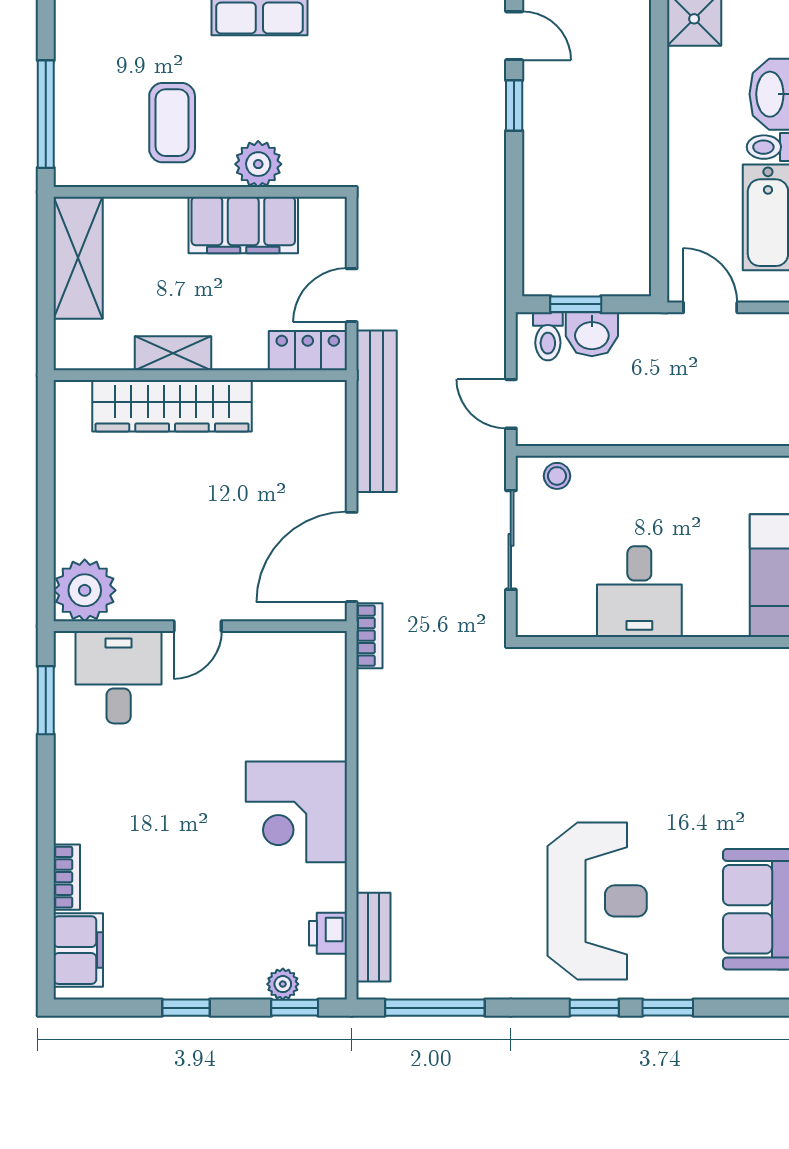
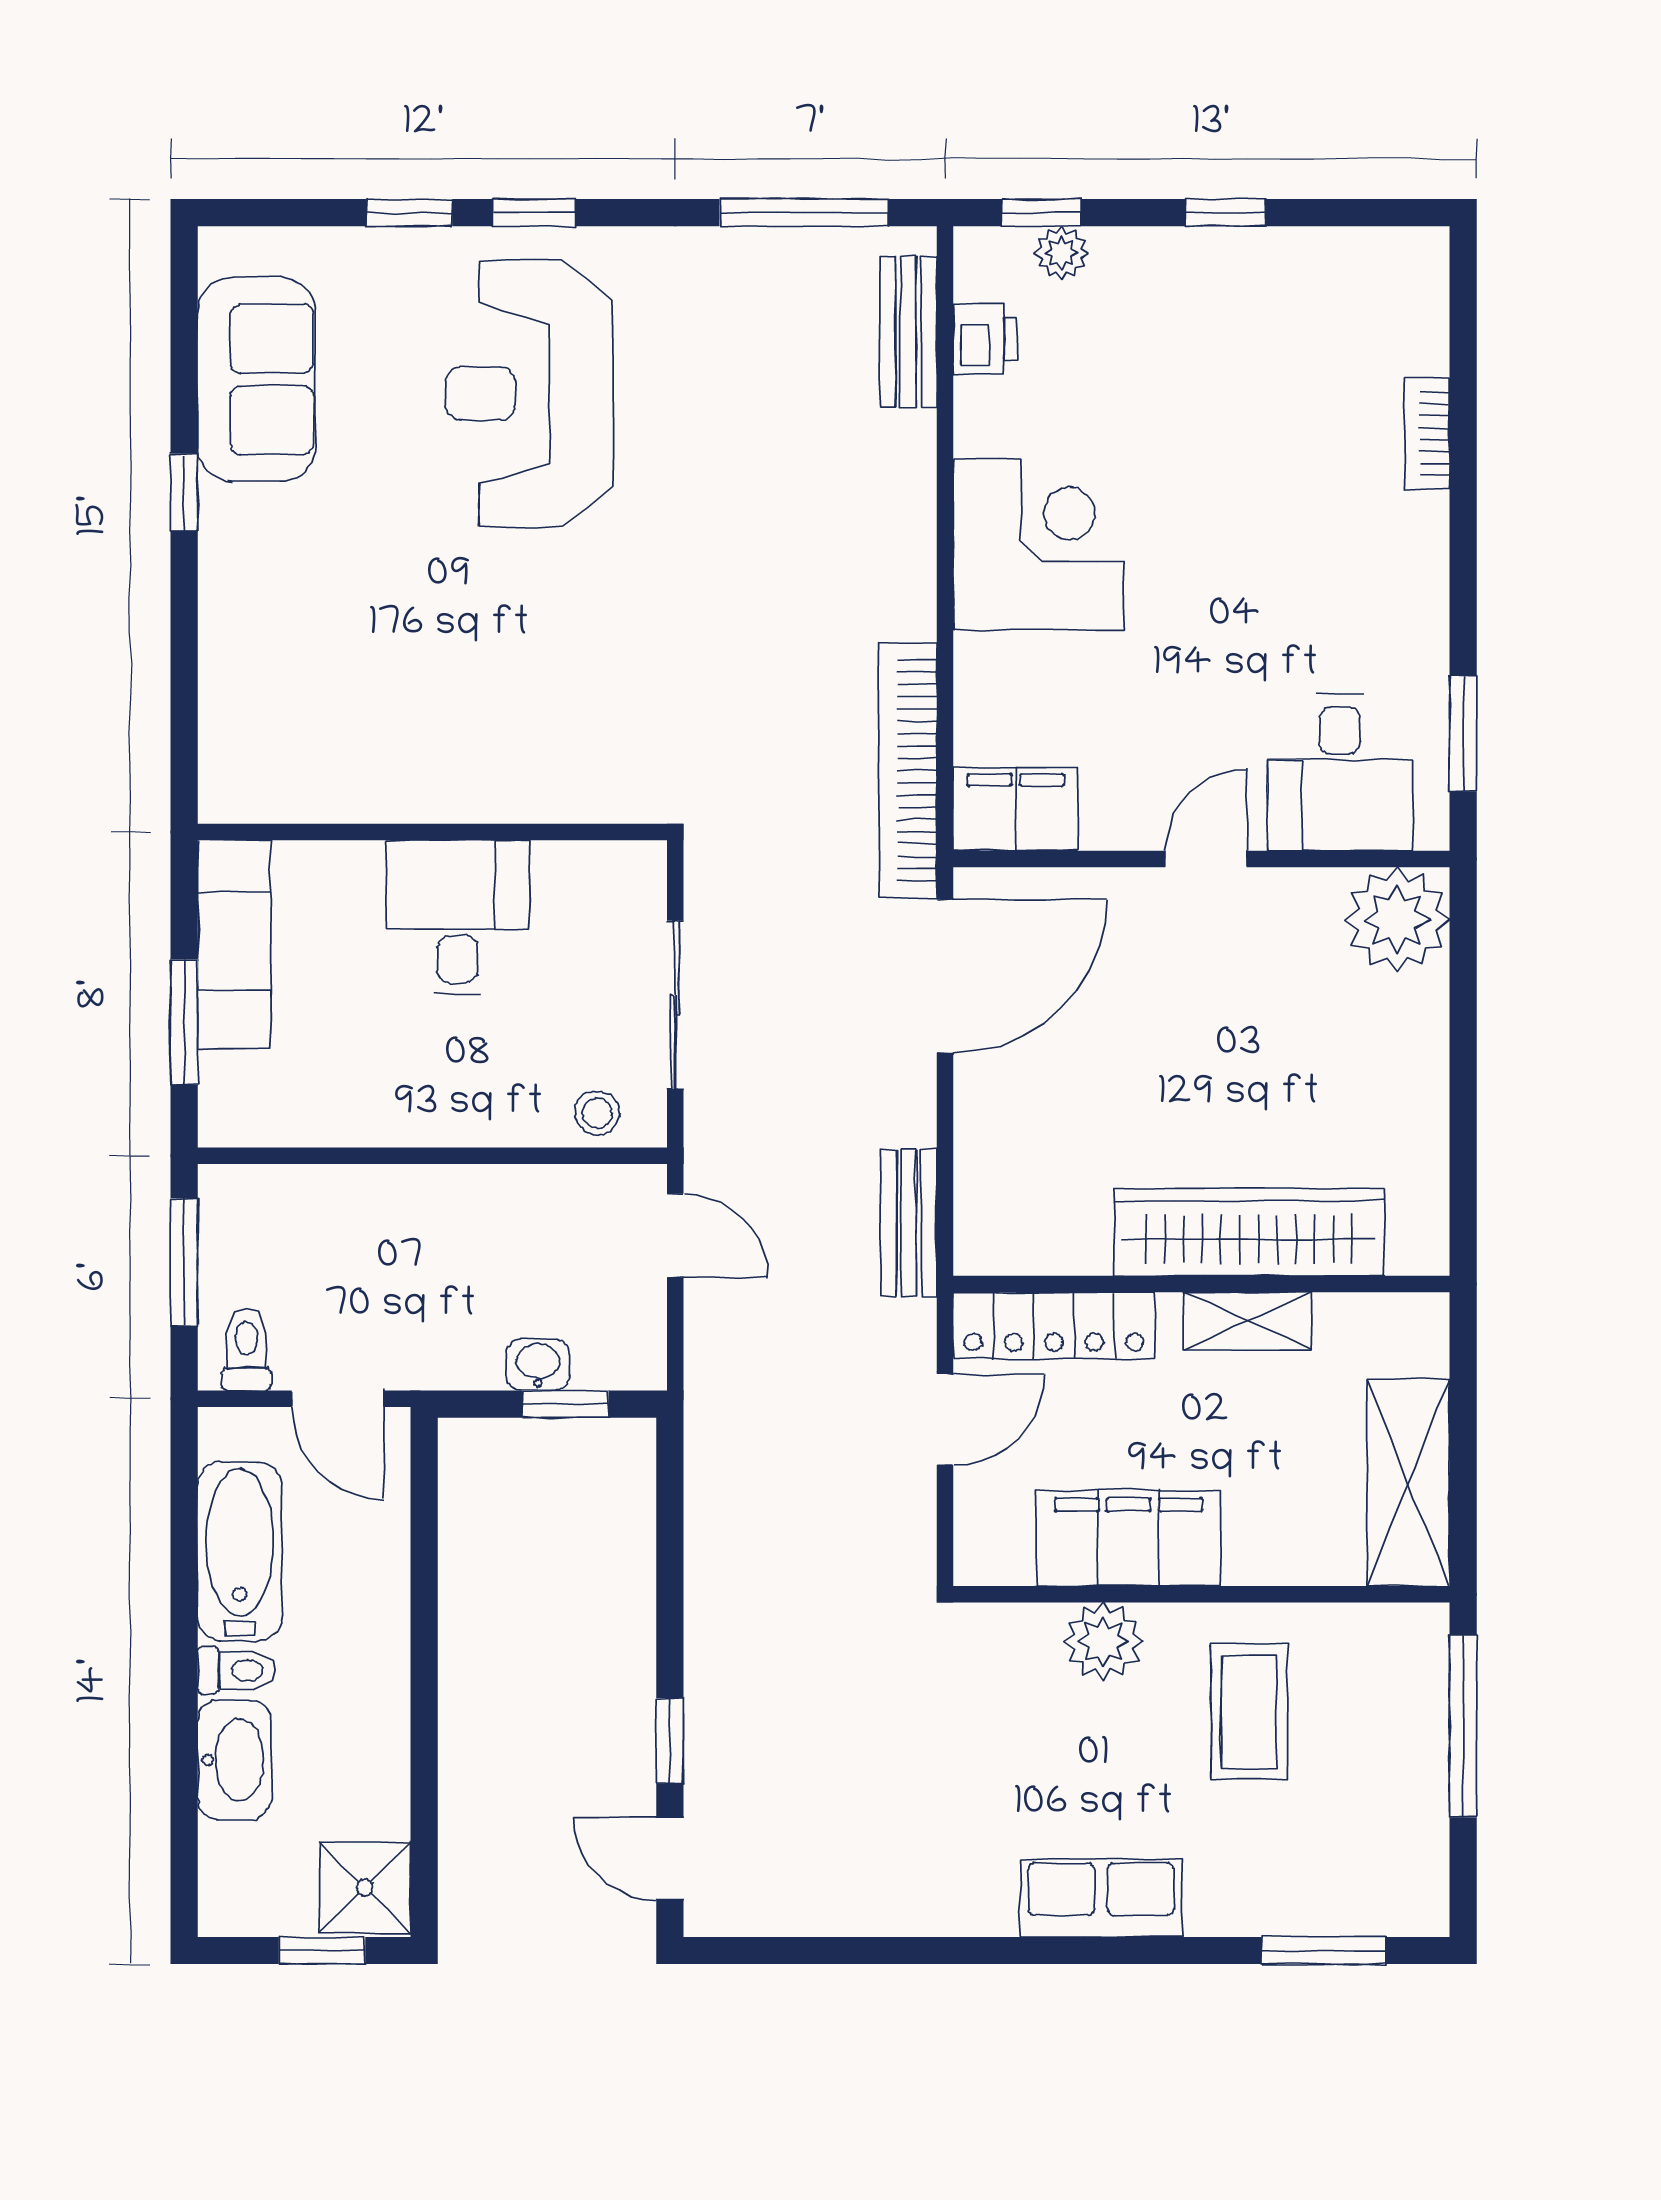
washbasin: (592, 334) -> (538, 1365), width x0.72, depth x0.69
toilet: (548, 336) -> (246, 1350), moved
locker: (308, 351) -> (1054, 1325), width x1.53
bench: (377, 411) -> (909, 1223), width x0.54, depth x0.82
bookcase: (369, 636) -> (908, 770), width x2.31, depth x1.31
filing cabinet: (78, 950) -> (1016, 809), moved, turned 90

